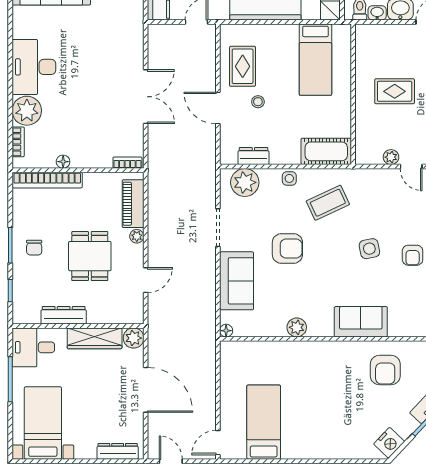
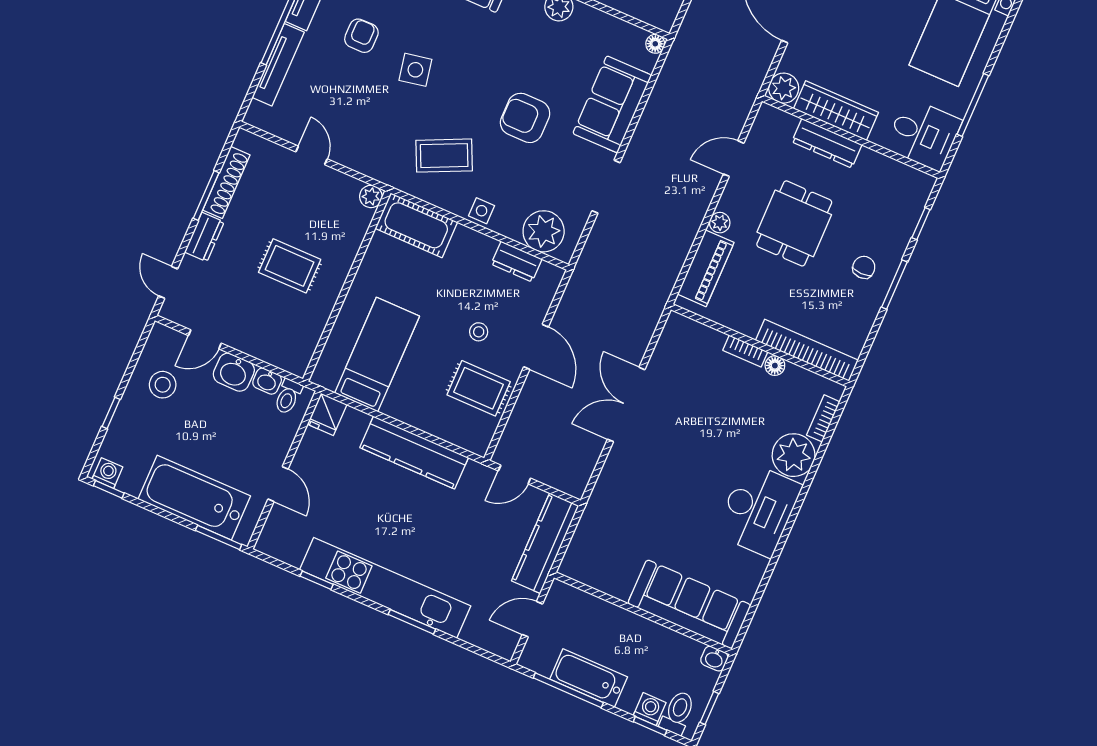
rug: (243, 66) -> (479, 388), turned 90
plant: (391, 157) -> (371, 196), moved
bookcase: (127, 163) -> (745, 351), moved
dresser: (64, 315) -> (827, 143), moved

